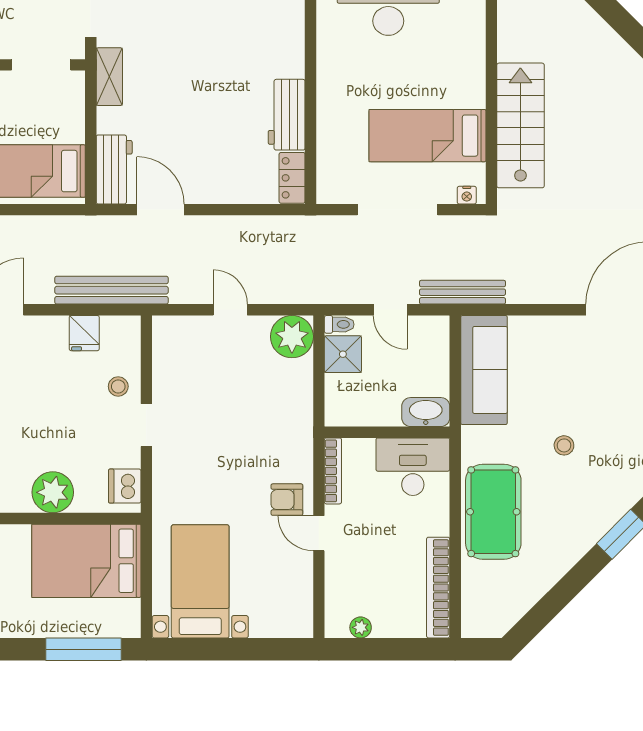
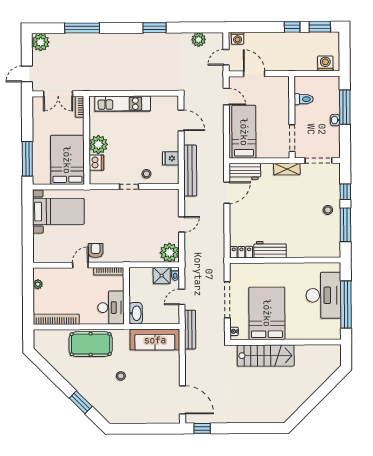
bed: (428, 136) -> (267, 313), width x1.50
dishwasher: (125, 486) -> (96, 163), moved, turned 90

